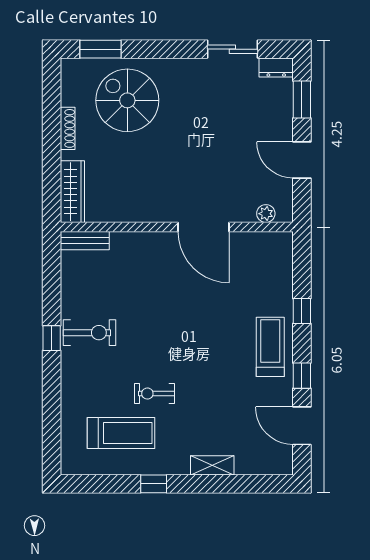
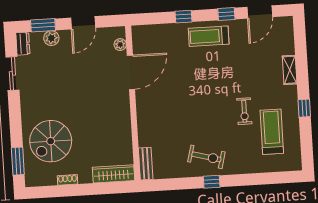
plant: (282, 111) -> (51, 38), added
shoe rack: (68, 128) -> (68, 180), width x0.70
door: (204, 227) -> (131, 72), moved
exercise bike: (89, 333) -> (206, 157), turned 105

